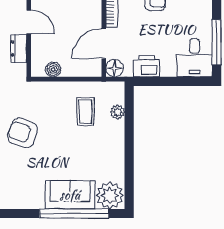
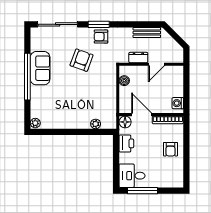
coffee table: (86, 111) -> (96, 102), removed
sofa: (70, 195) -> (40, 68), moved
plant: (110, 195) -> (35, 123), width x0.53, depth x0.53
window: (74, 214) -> (27, 77), moved

